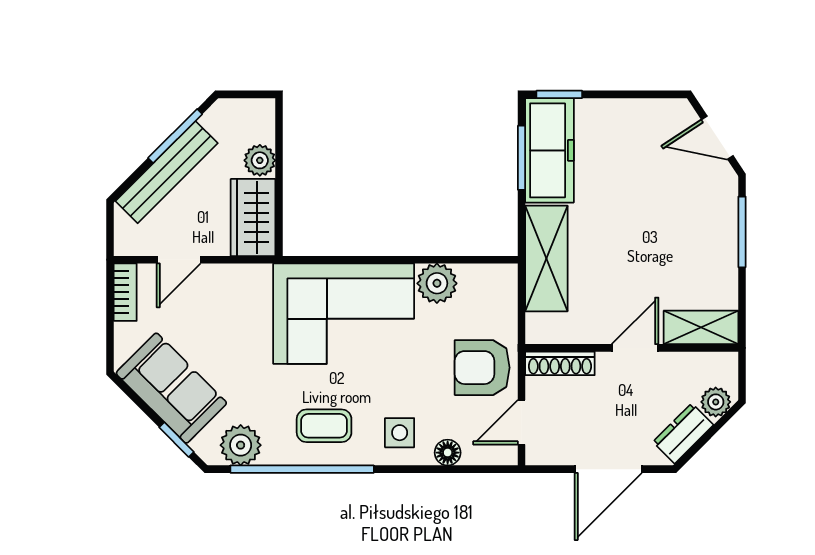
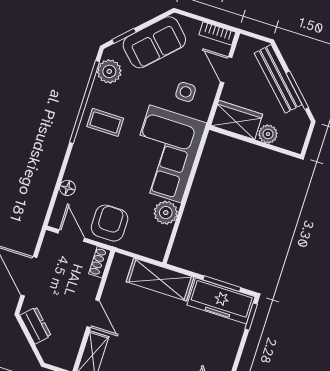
shoe rack: (560, 363) -> (100, 262), width x0.70
plant: (716, 402) -> (48, 350), removed
coffee table: (324, 426) -> (105, 122), turned 90
side table: (400, 433) -> (186, 92), moved

